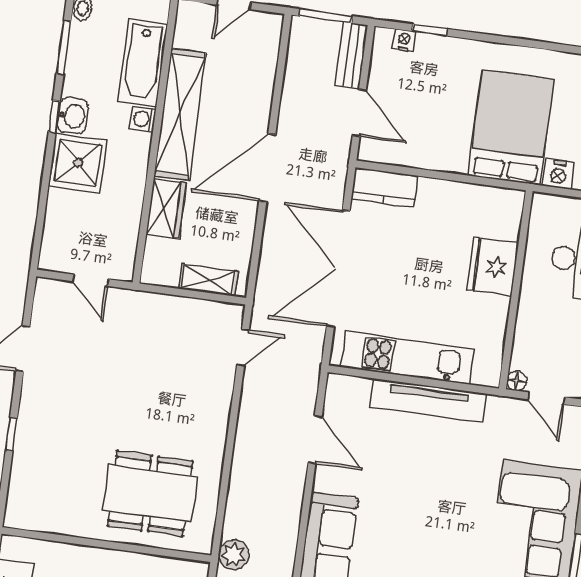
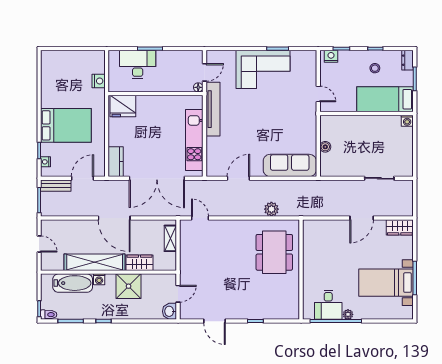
washbasin: (72, 116) -> (170, 311), moved, turned -90
bed: (511, 128) -> (66, 125), moved, turned 180
shower: (78, 163) -> (129, 286), moved
fridge: (493, 267) -> (123, 106), moved
tv unit: (428, 400) -> (213, 109), moved
plant: (234, 555) -> (271, 209), moved

